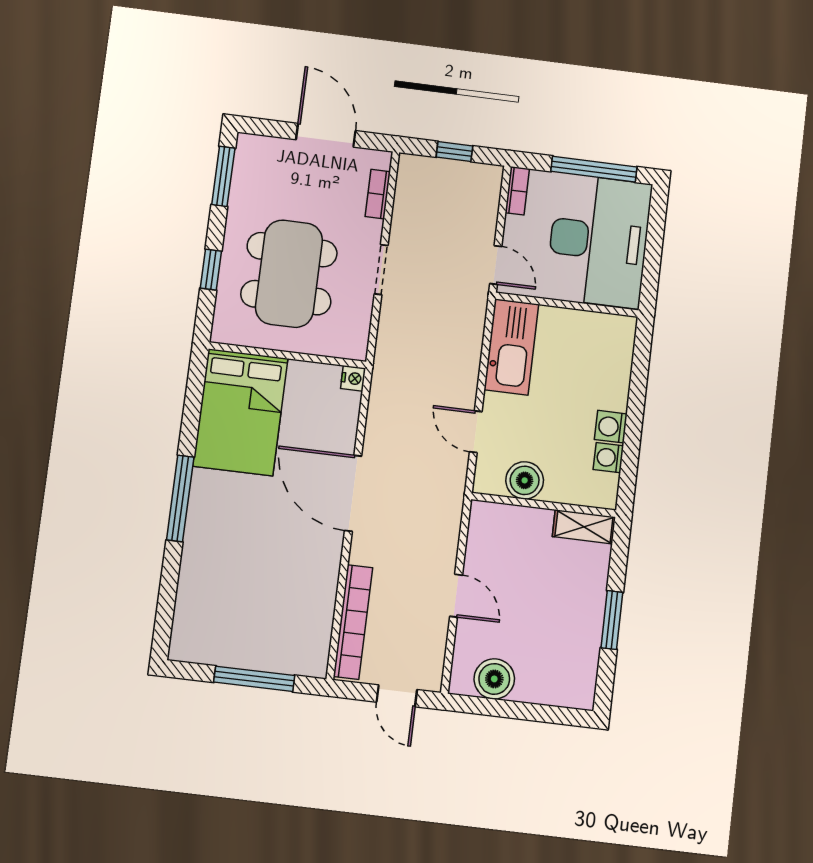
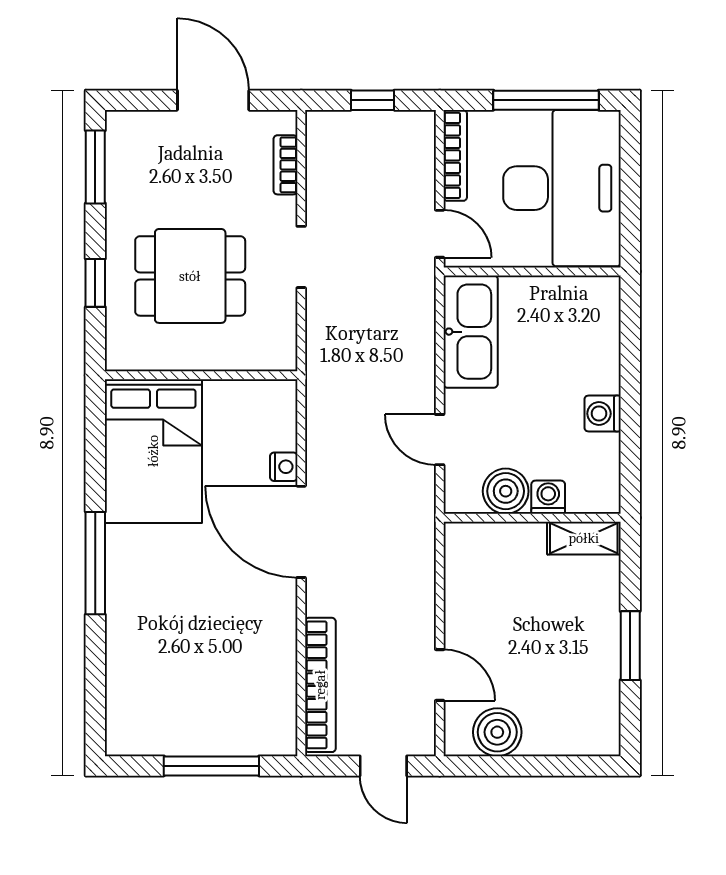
bookcase: (517, 191) -> (455, 155), width x1.56
dining table: (289, 274) -> (190, 276), width x0.73
nightstand: (353, 378) -> (284, 467), moved
washing machine: (608, 458) -> (548, 497), moved, turned 90
door: (456, 596) -> (440, 675), moved

